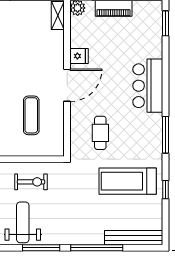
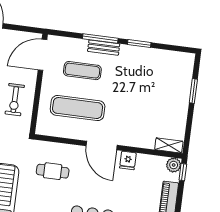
exercise mat: (31, 115) -> (78, 108), width x1.36, depth x1.45

